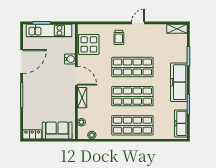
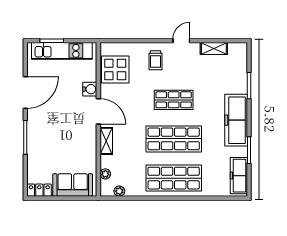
shelving: (177, 29) -> (214, 48), moved
shop shelf: (132, 67) -> (174, 100), width x0.70, depth x0.74

